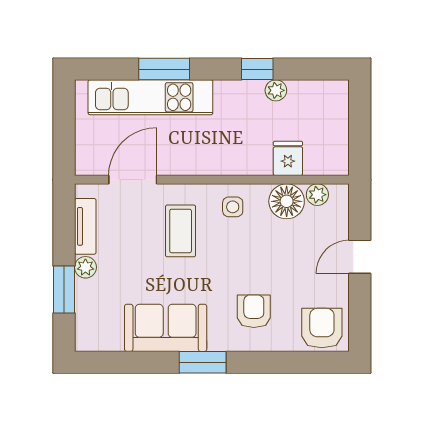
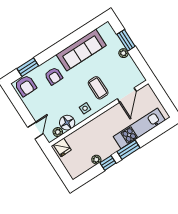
window: (164, 69) -> (128, 150), moved
fridge: (288, 158) -> (62, 147), moved
tv unit: (85, 226) -> (133, 68), removed
door: (360, 257) -> (35, 130), moved
sofa: (166, 328) -> (81, 50), width x1.36
window: (203, 362) -> (28, 67), moved

